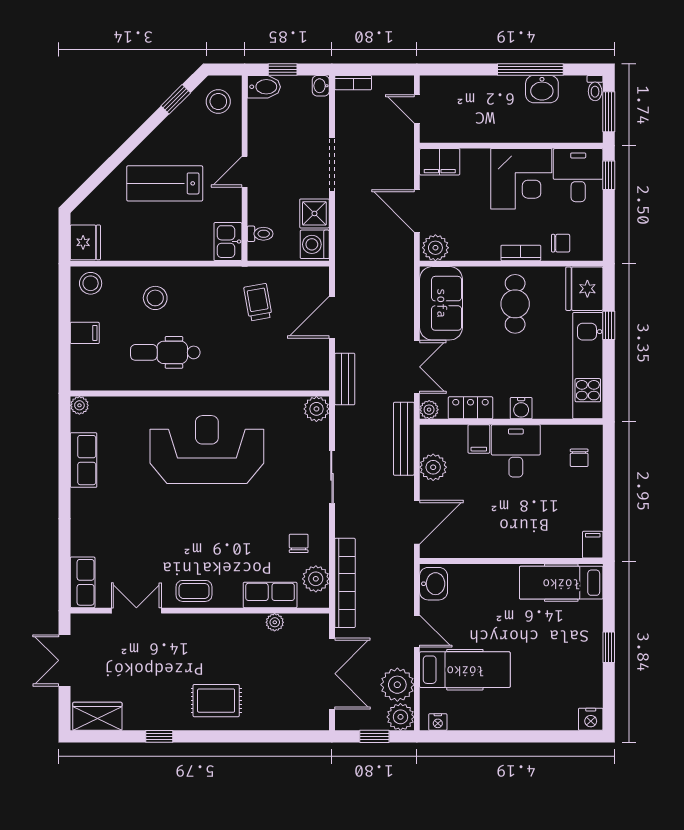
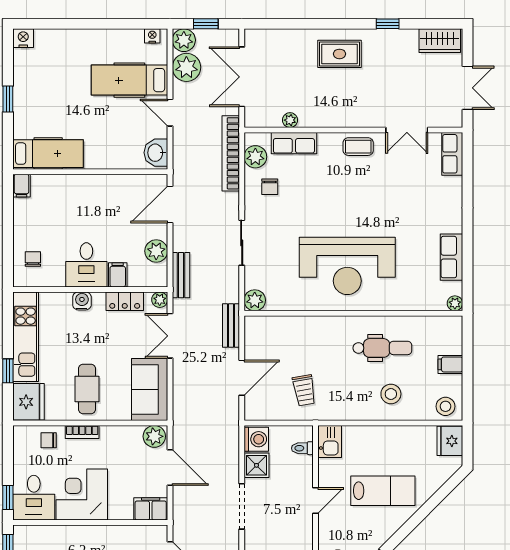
bench: (404, 439) -> (181, 275), width x0.73

